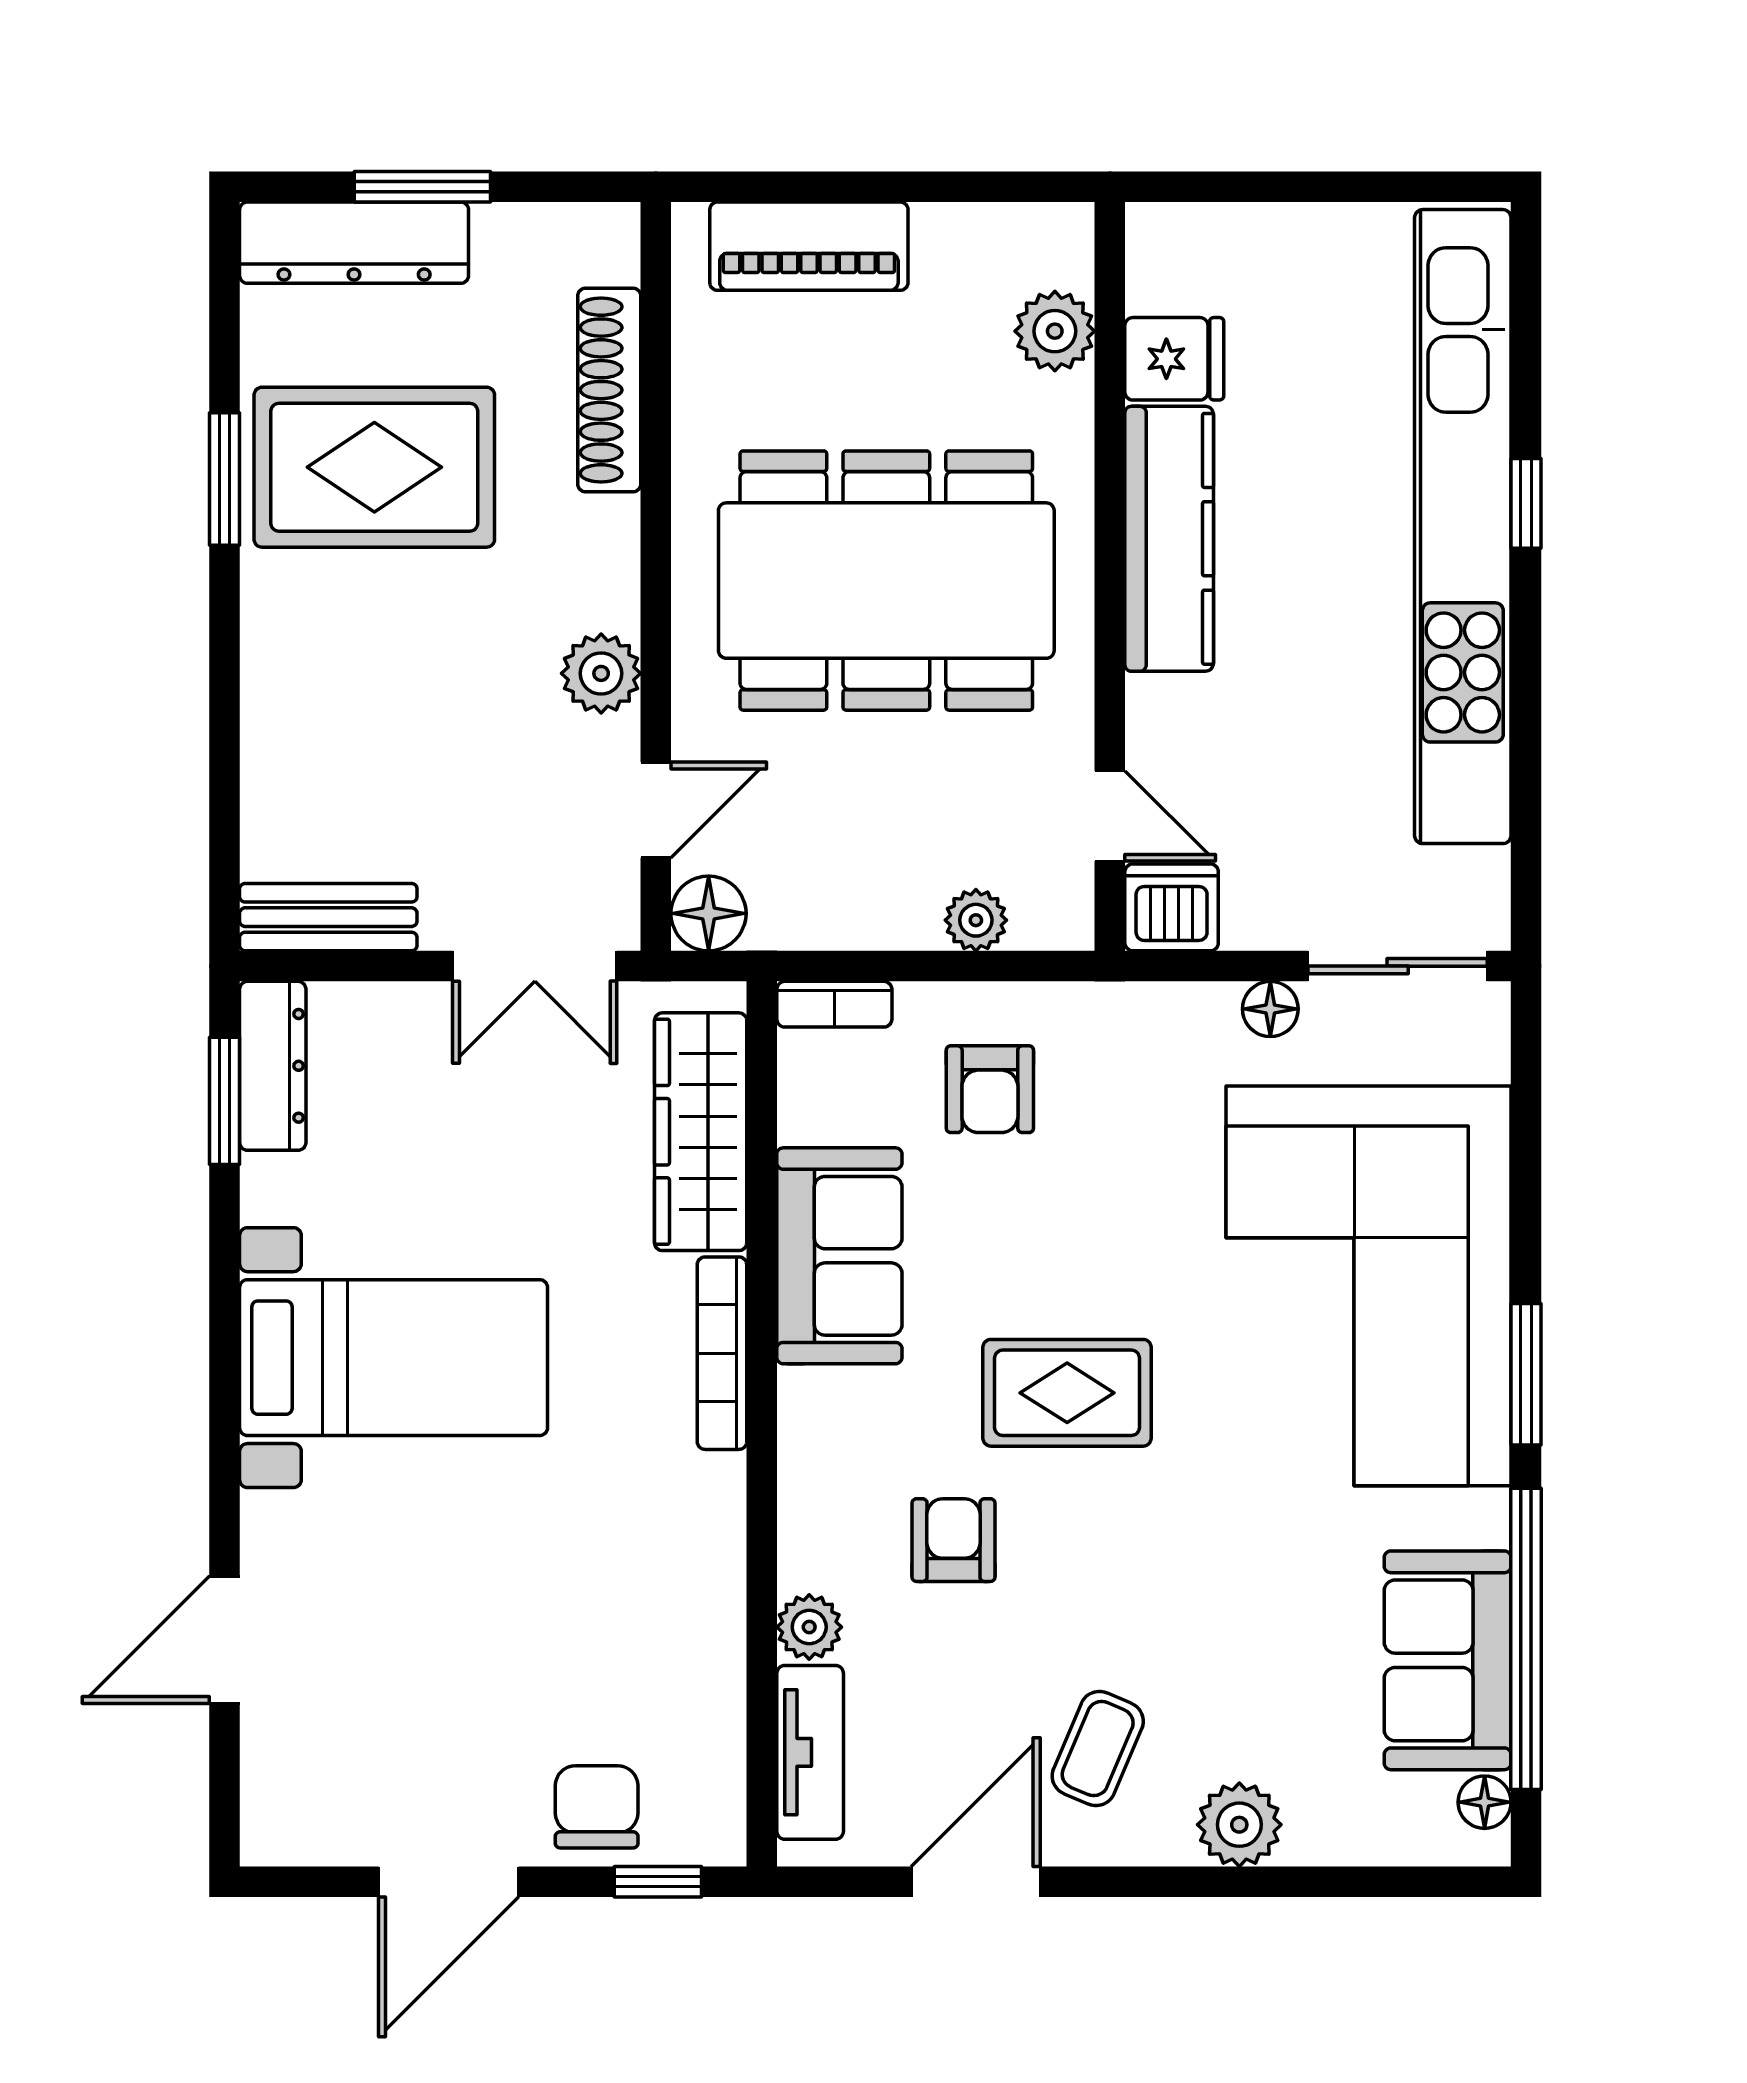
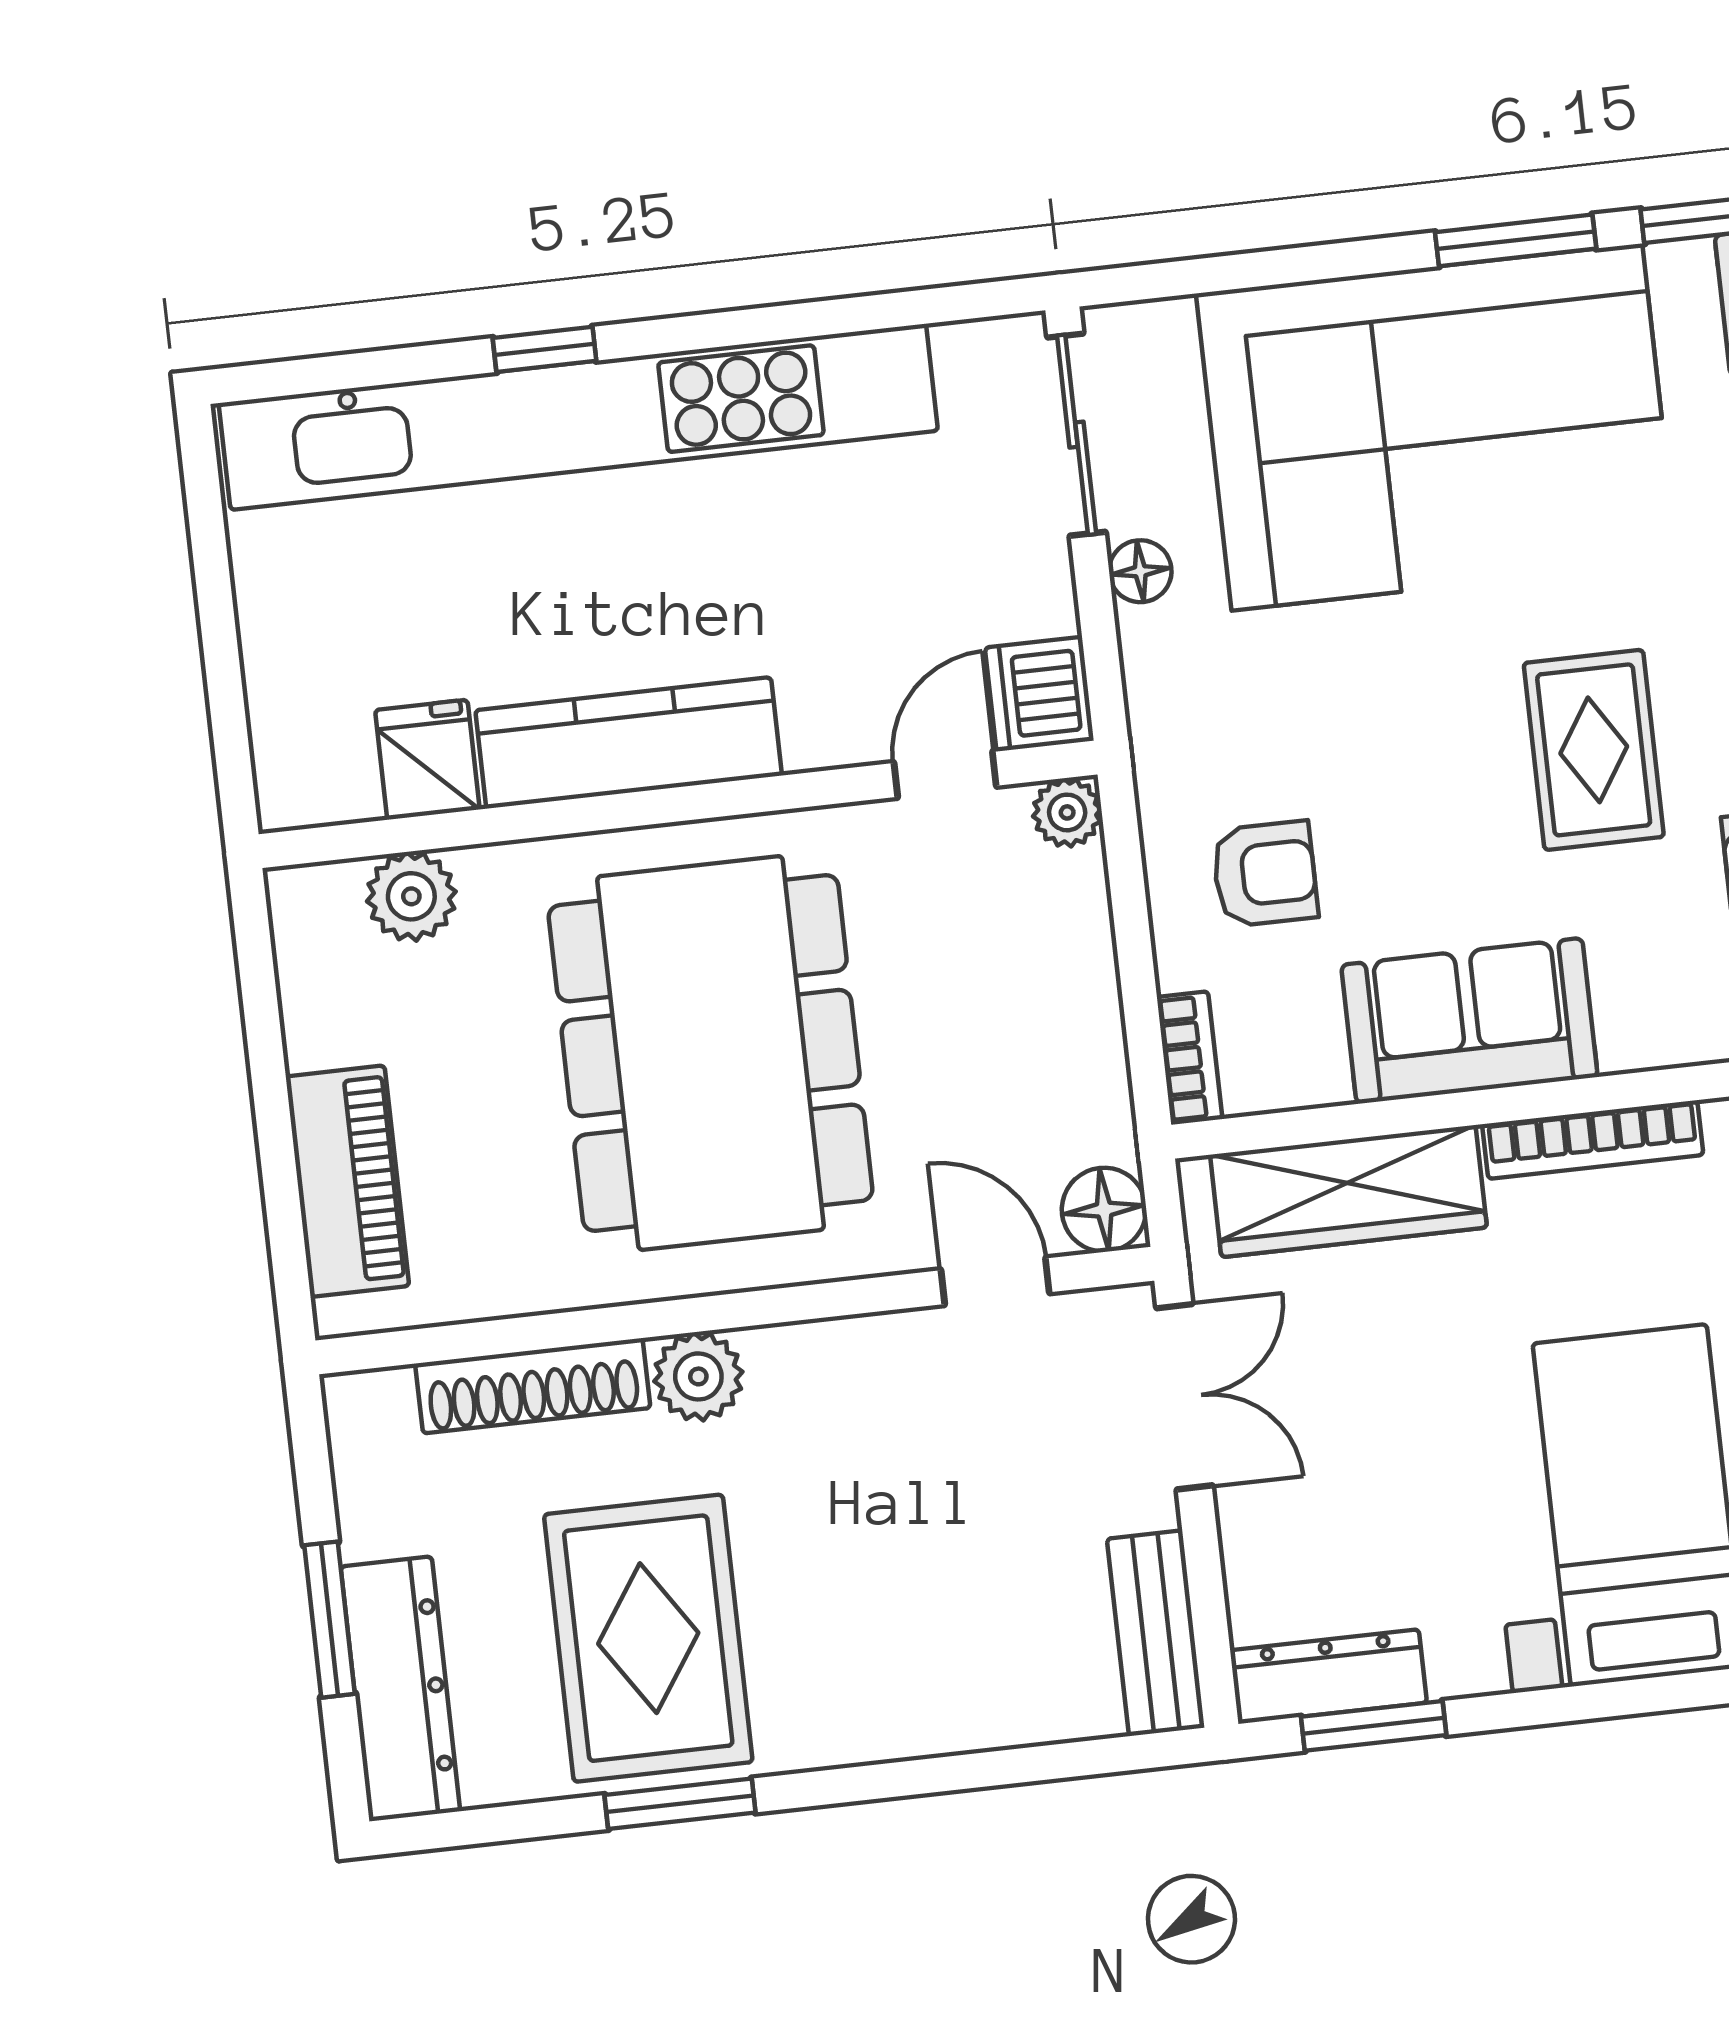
plant: (601, 673) -> (698, 1376), moved
plant: (976, 920) -> (1067, 812), moved

